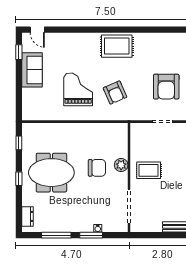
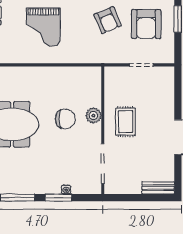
grand piano: (78, 89) -> (43, 27), turned 180
armchair: (115, 93) -> (108, 20), moved
rug: (149, 170) -> (126, 122), turned 90

